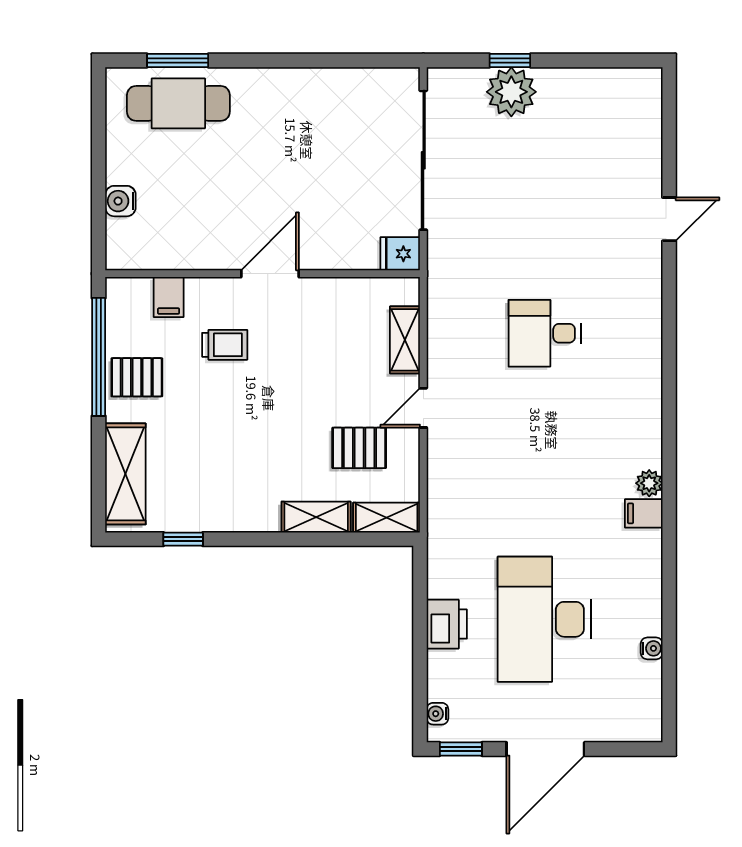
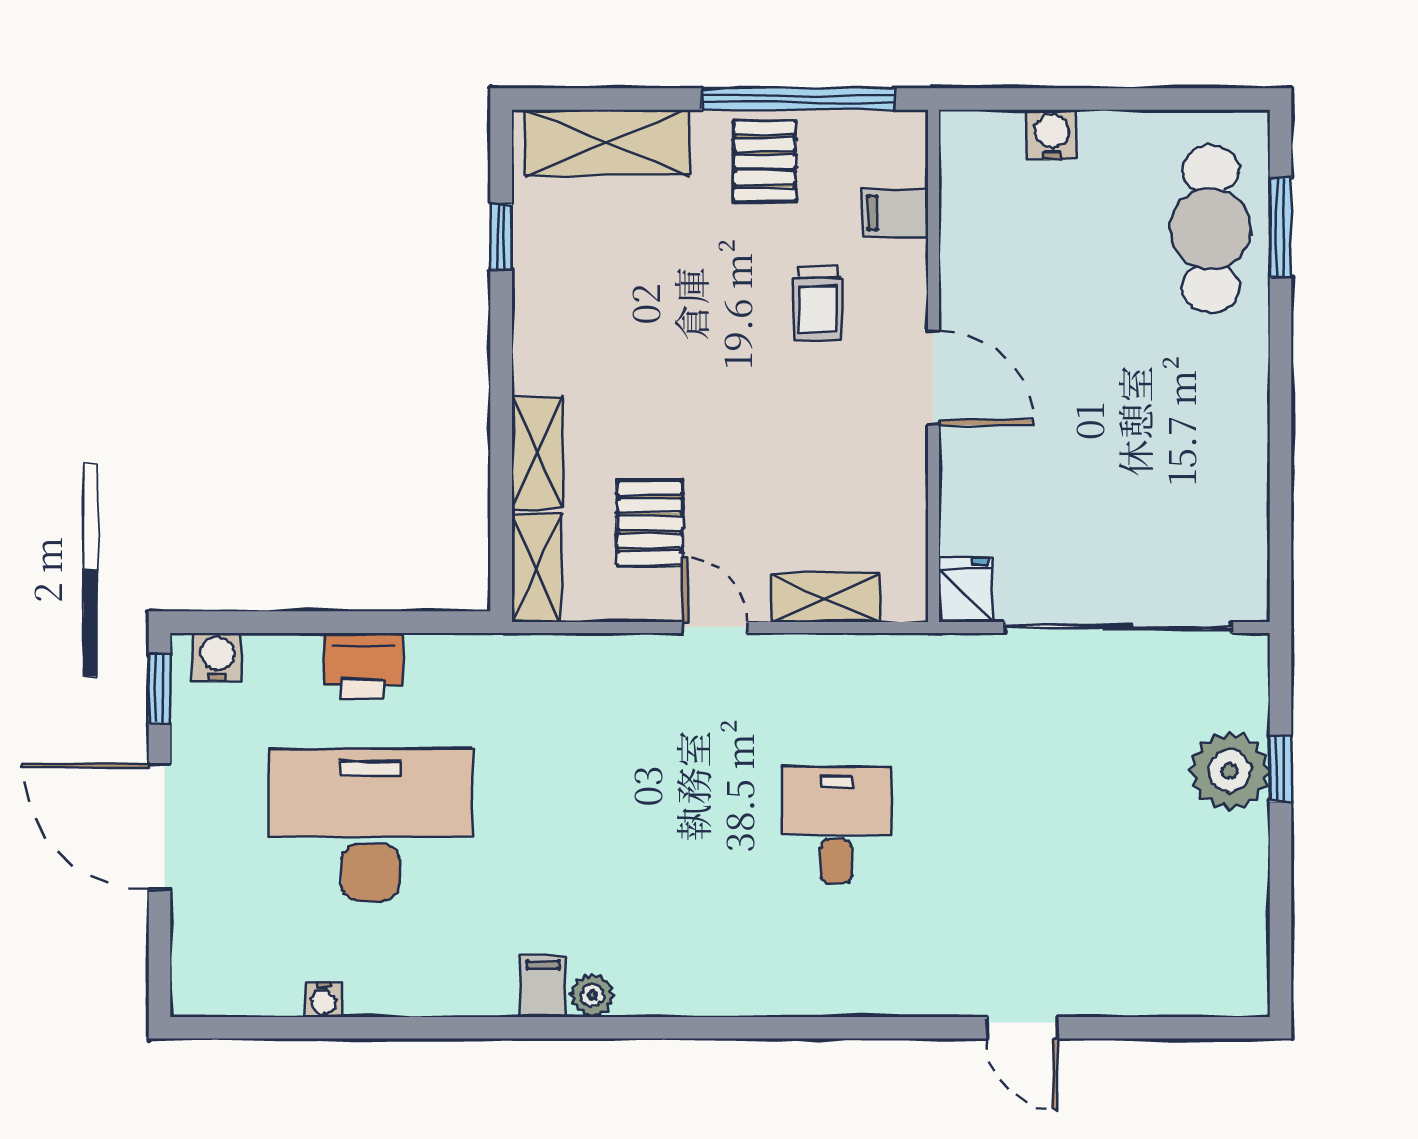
water cooler: (437, 714) -> (217, 657), width x1.38, depth x1.38

